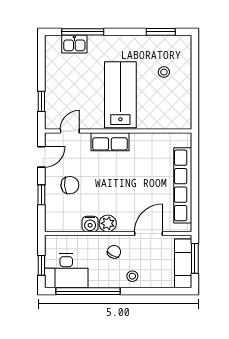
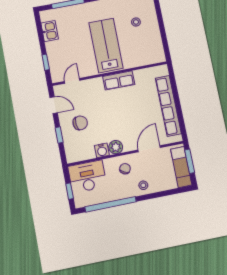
kitchen sink: (74, 44) -> (50, 31), moved, turned -90
row of seats: (110, 142) -> (119, 80), moved
door: (41, 157) -> (54, 105), hinge flipped
desk: (66, 271) -> (87, 176), moved, turned 180

